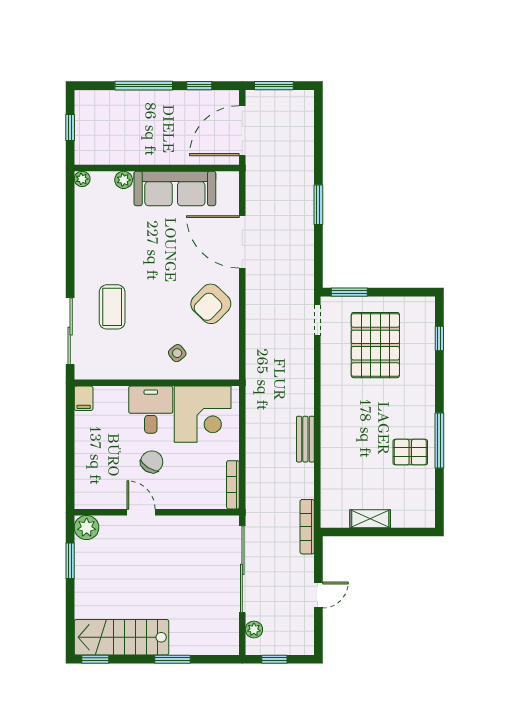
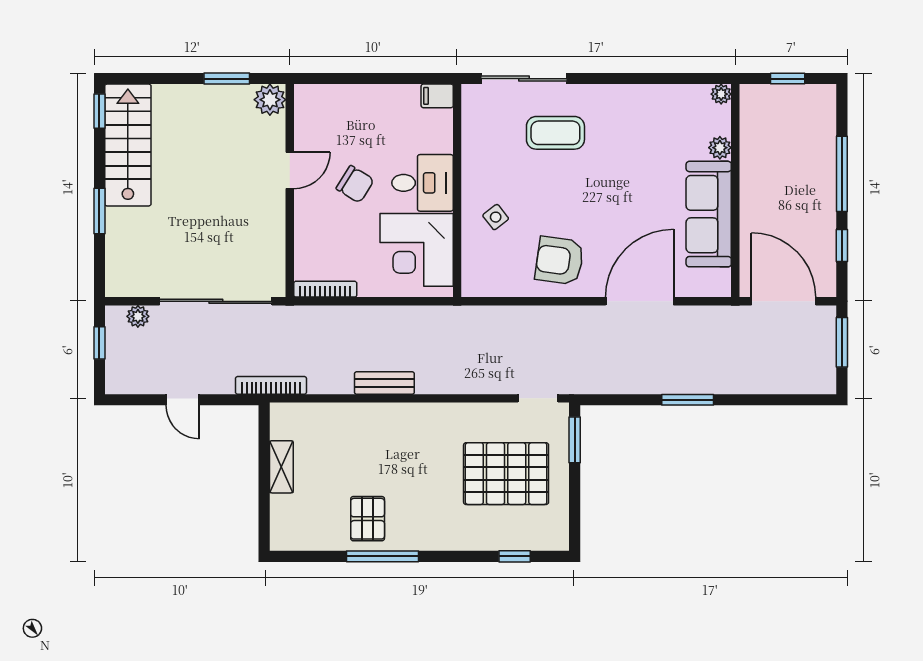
armchair: (211, 304) -> (559, 261), turned -36

